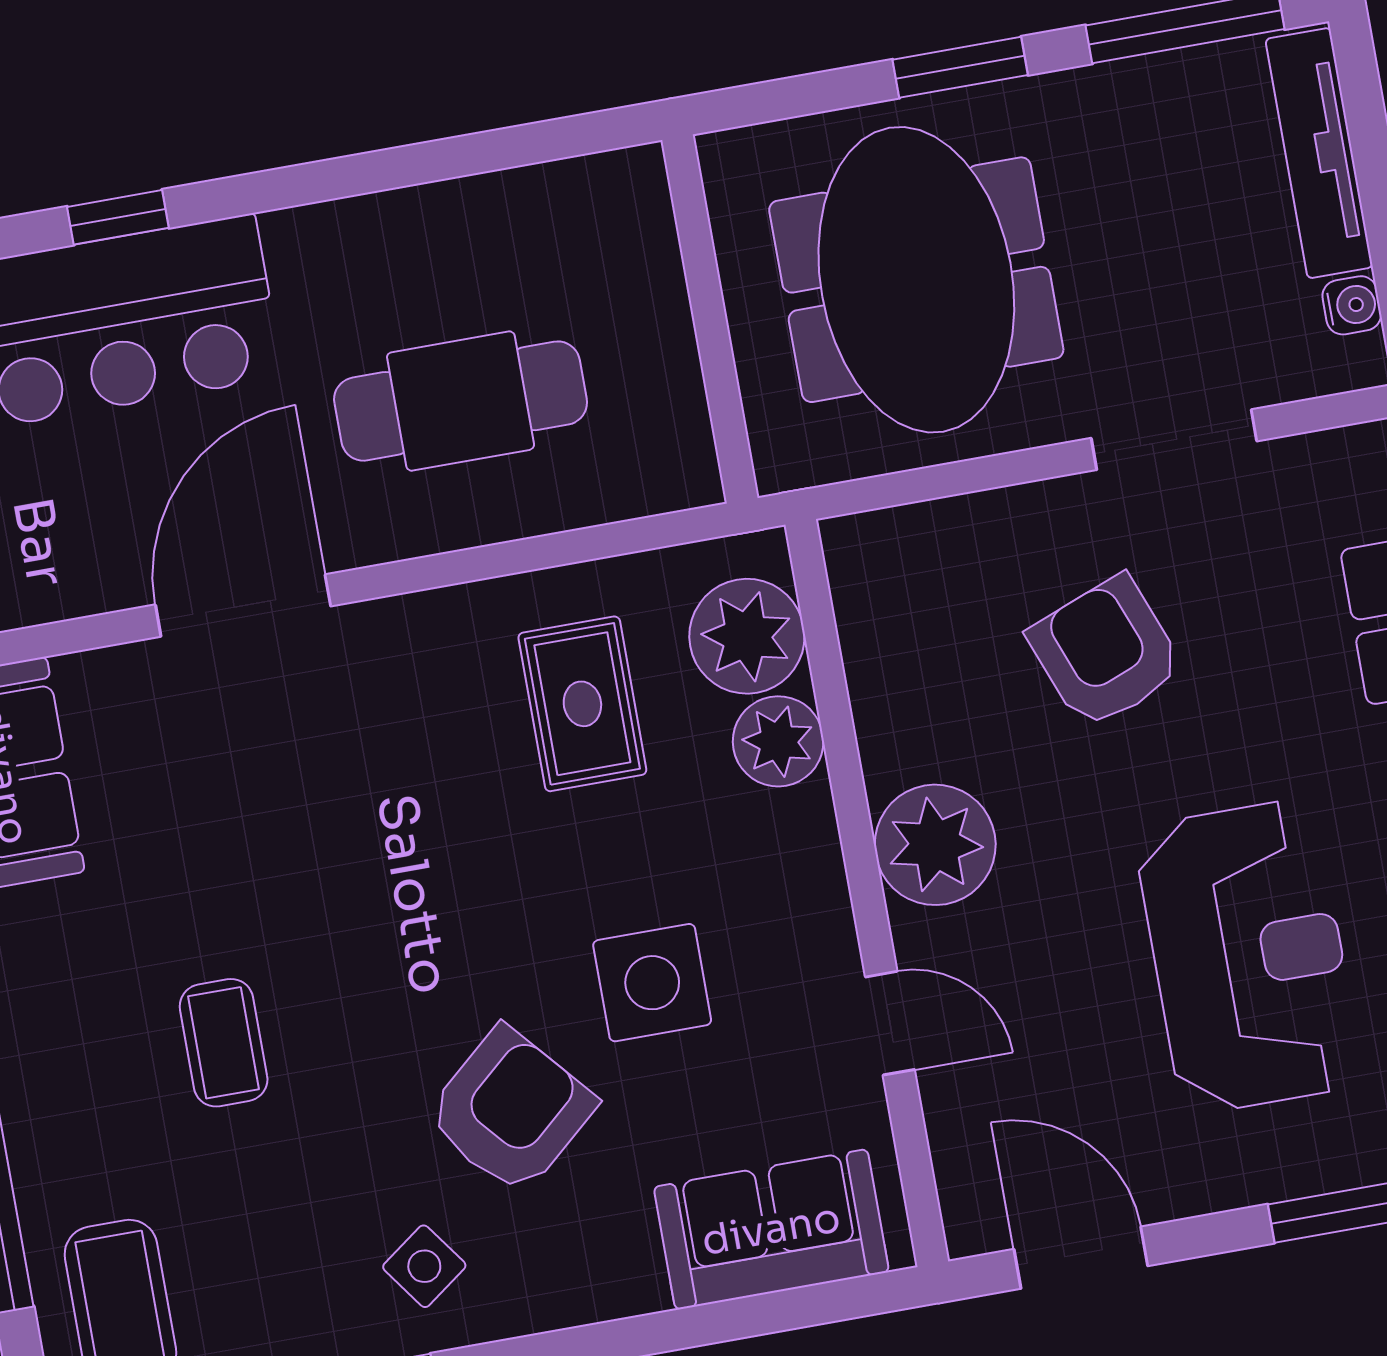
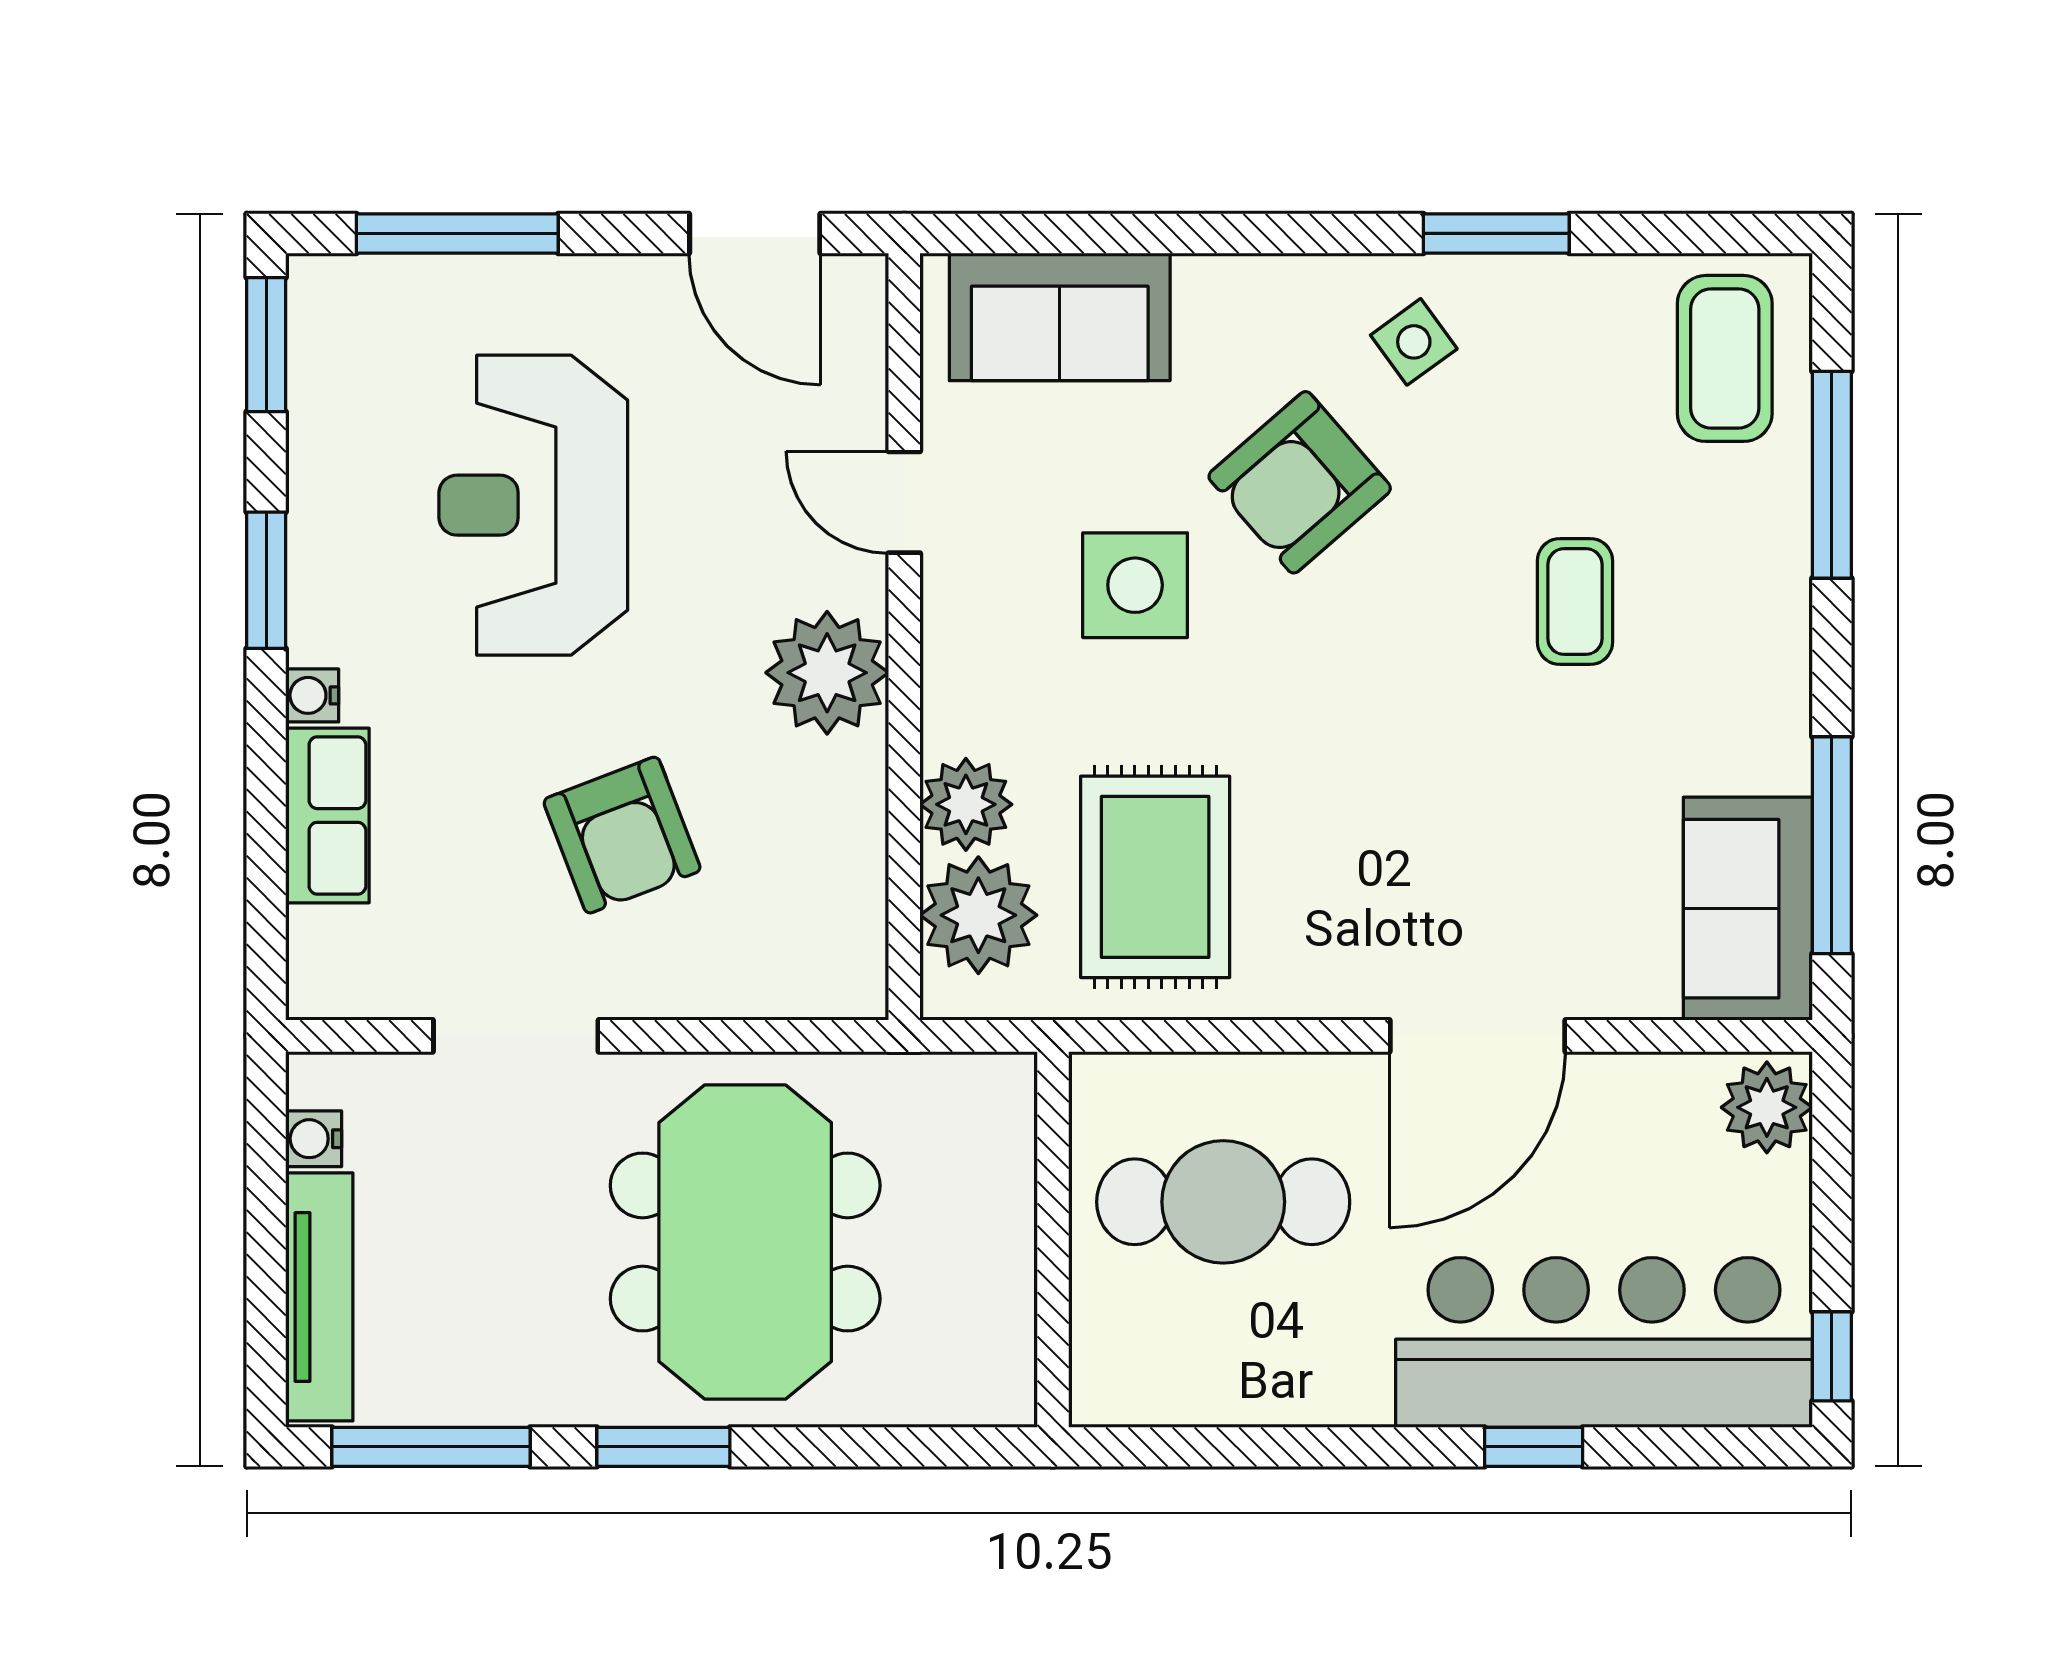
wall: (710, 319) -> (1053, 1239), moved
rug: (582, 704) -> (1155, 877), width x1.36, depth x1.43

